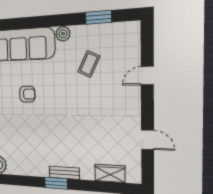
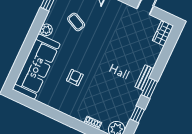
wardrobe: (110, 173) -> (163, 33), moved
window: (23, 181) -> (137, 114), added

